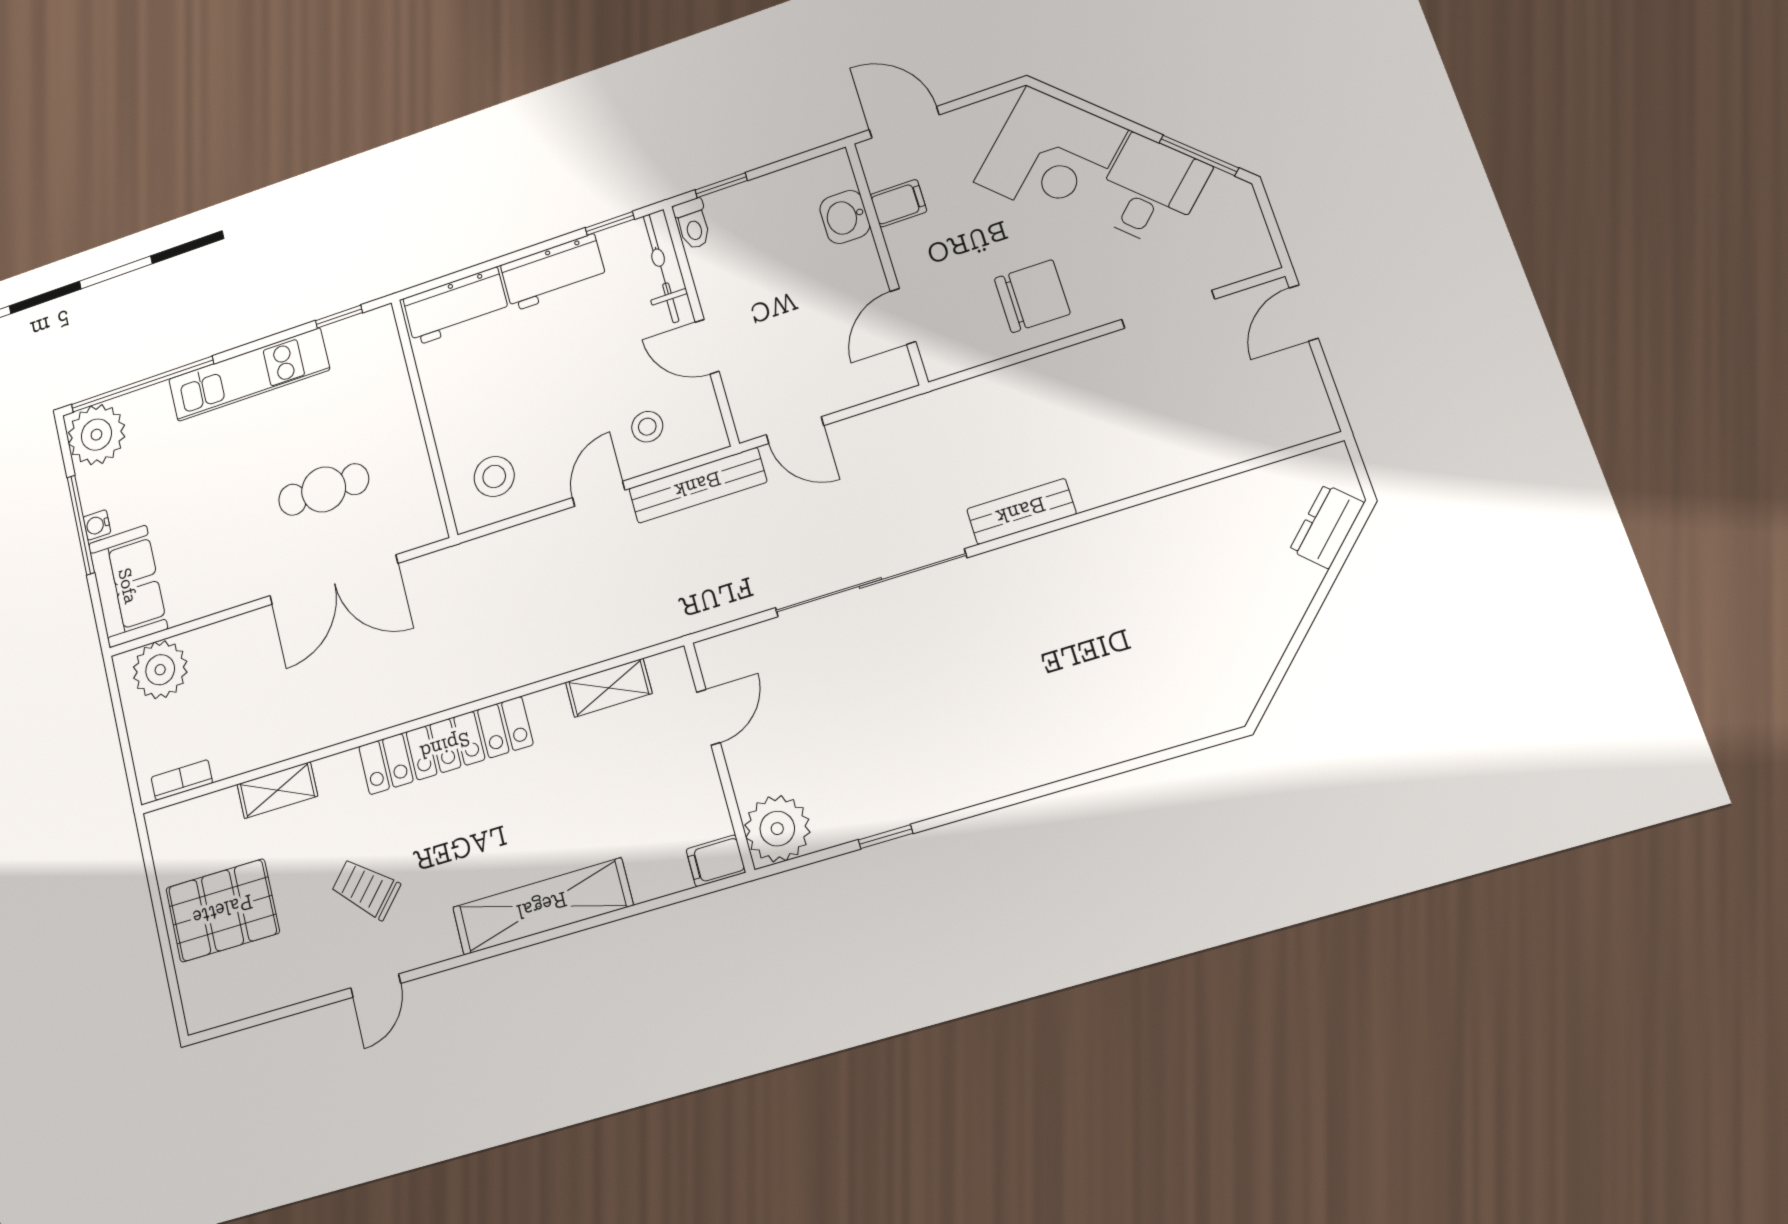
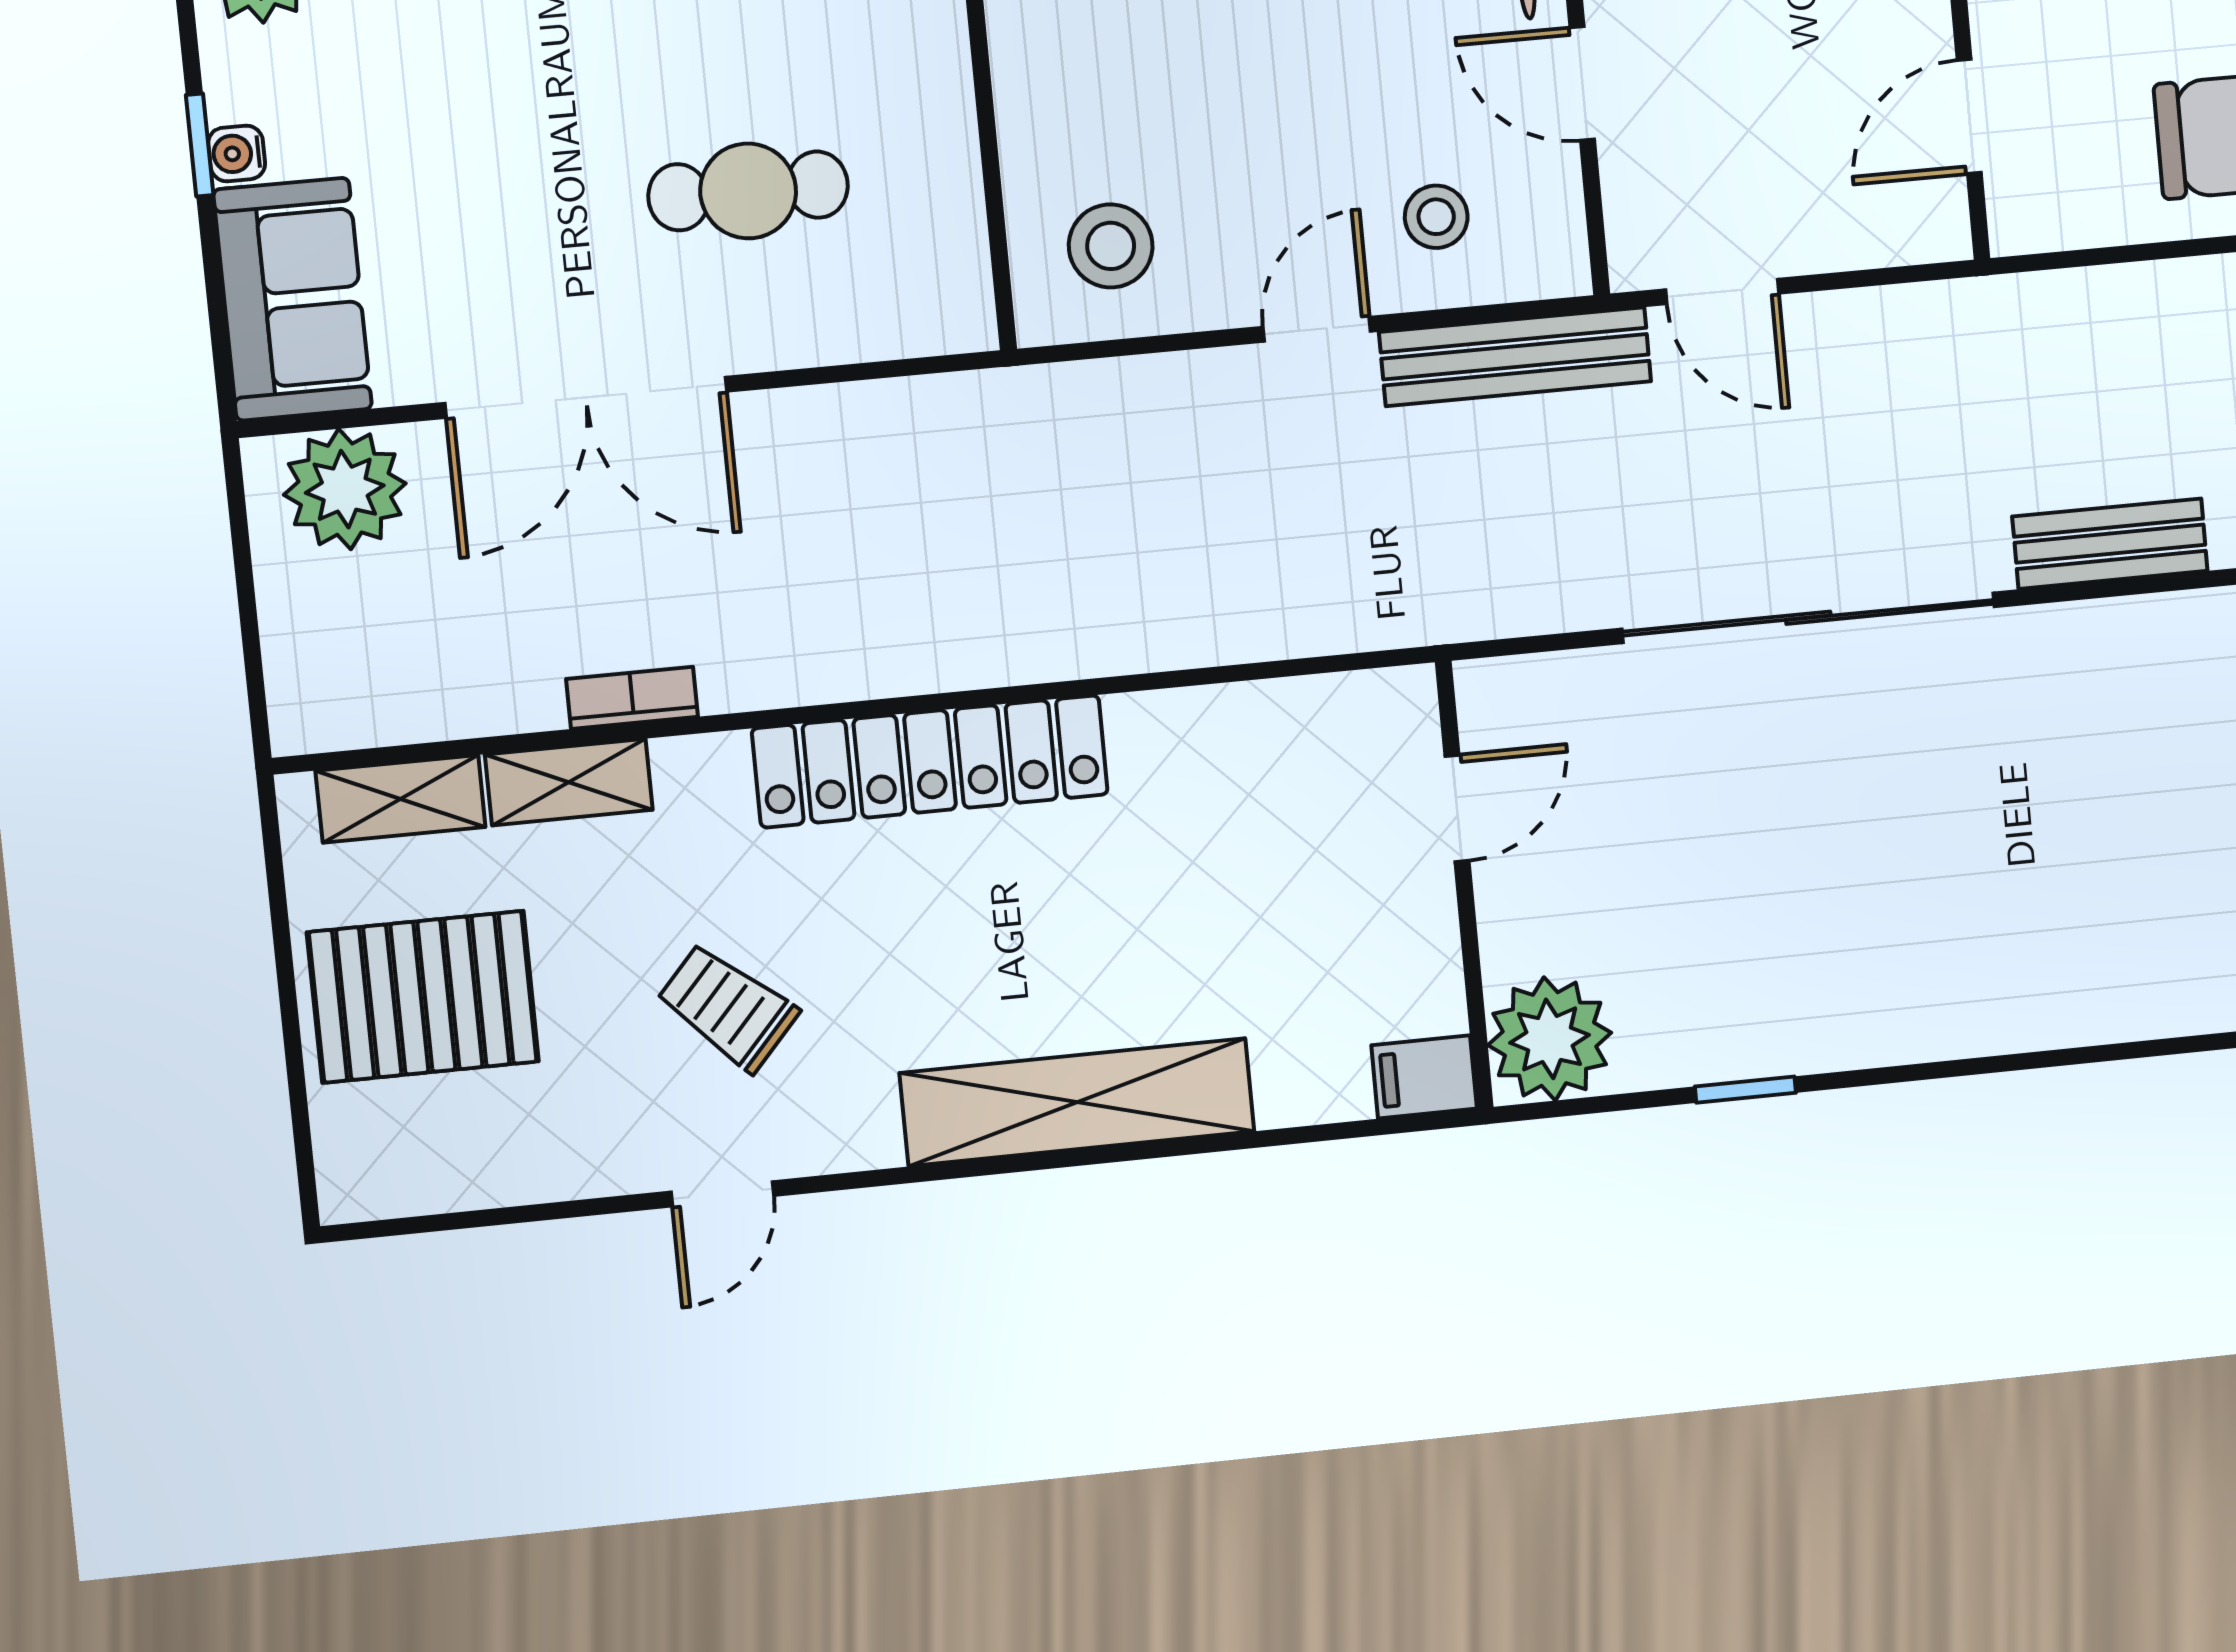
window: (81, 525) -> (200, 145), width x0.46
double door: (334, 580) -> (586, 397), moved
shelving: (609, 688) -> (401, 799), moved
bookcase: (182, 780) -> (632, 698), moved

